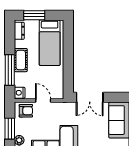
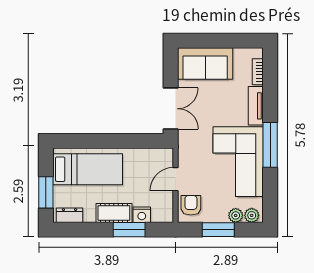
window: (10, 70) -> (129, 230), width x0.69
nightstand: (20, 93) -> (142, 215), moved

